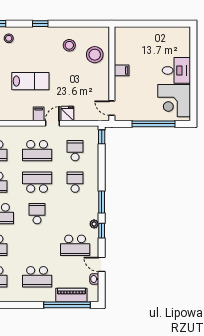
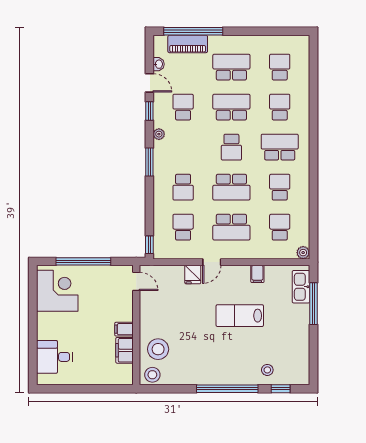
window: (40, 24) -> (227, 389), width x3.17
stool: (69, 45) -> (152, 375), moved
filing cabinet: (121, 54) -> (125, 350), added
desk: (176, 70) -> (54, 357), moved
filing cabinet: (39, 114) -> (257, 274), moved
school desk: (37, 151) -> (231, 227), turned 180
school desk: (75, 151) -> (183, 227), turned 180
window: (102, 231) -> (149, 111), moved
school desk: (37, 245) -> (231, 107), added
school desk: (75, 245) -> (183, 107), width x0.54

